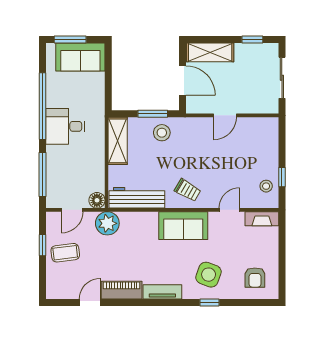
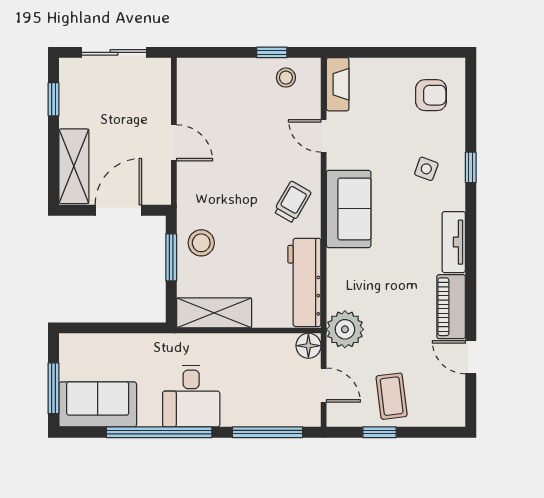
sofa: (80, 57) -> (98, 404), moved, turned -90
side table: (209, 275) -> (426, 169), width x0.54, depth x0.54

